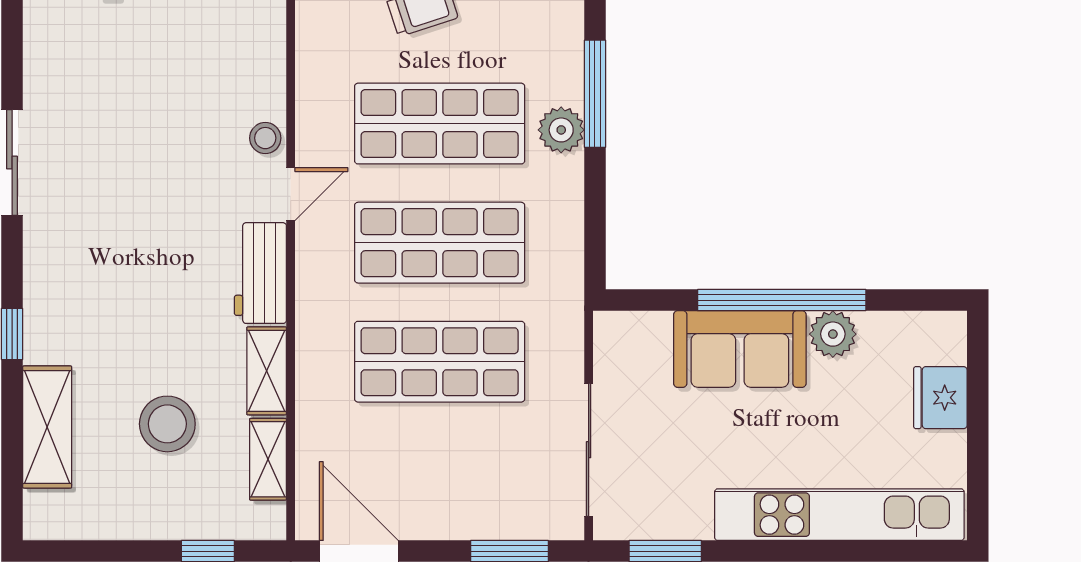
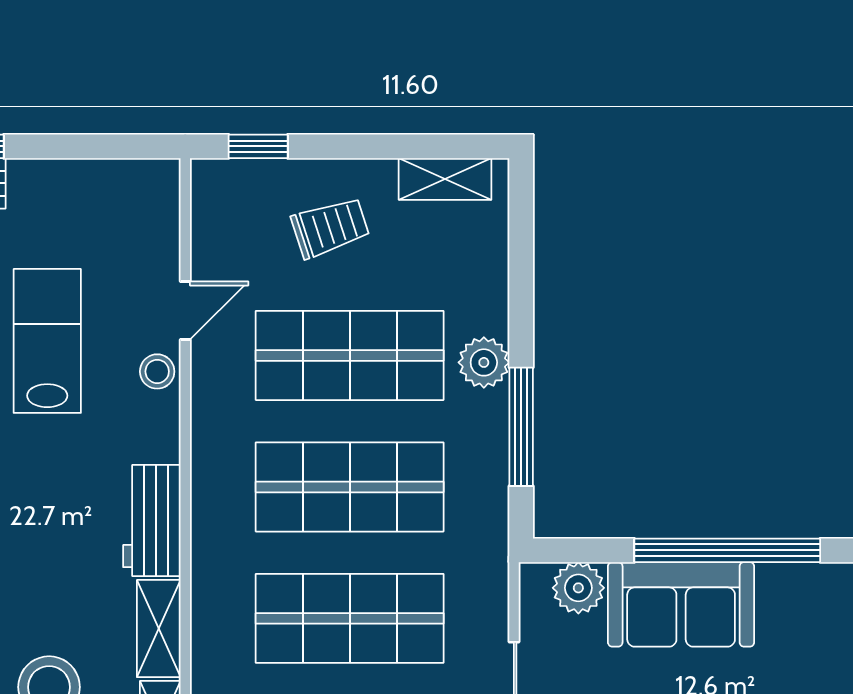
window: (595, 94) -> (521, 427), moved
lab bench: (166, 110) -> (47, 341), added
door: (291, 194) -> (185, 310), moved
plant: (833, 334) -> (578, 588), moved

